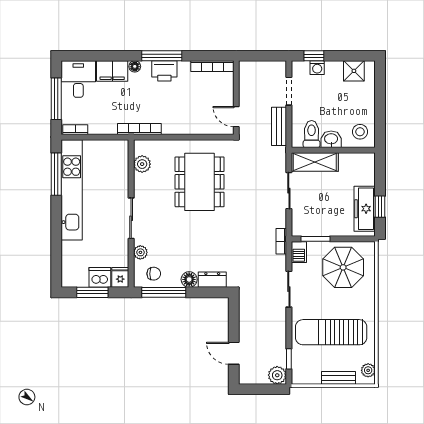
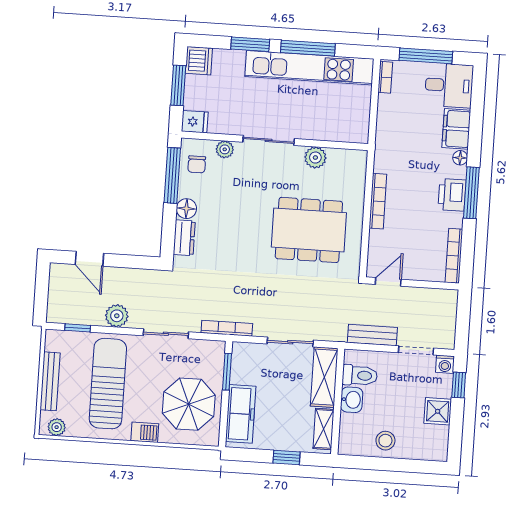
washing machine: (317, 68) -> (445, 364), moved, turned -90
shower: (354, 71) -> (438, 411), moved
bookcase: (139, 129) -> (378, 201), moved
stool: (360, 132) -> (385, 441), moved
shelving: (356, 160) -> (324, 429), added
plant: (142, 164) -> (315, 158), moved
window: (56, 174) -> (308, 48), moved
window: (380, 207) -> (286, 458), moved
freezer: (365, 209) -> (241, 414), moved, turned 90
window: (56, 238) -> (250, 44), added
bookcase: (281, 241) -> (227, 328), width x1.56
barbecue: (299, 252) -> (145, 432), moved, turned 180
dishwasher: (100, 277) -> (199, 61), moved
door: (234, 353) -> (89, 259), swing flipped
plant: (277, 375) -> (117, 316), moved
bench: (339, 378) -> (50, 381), width x1.36

